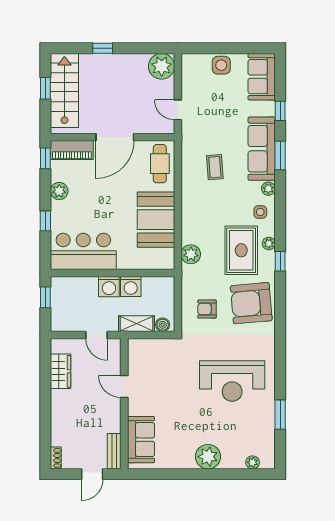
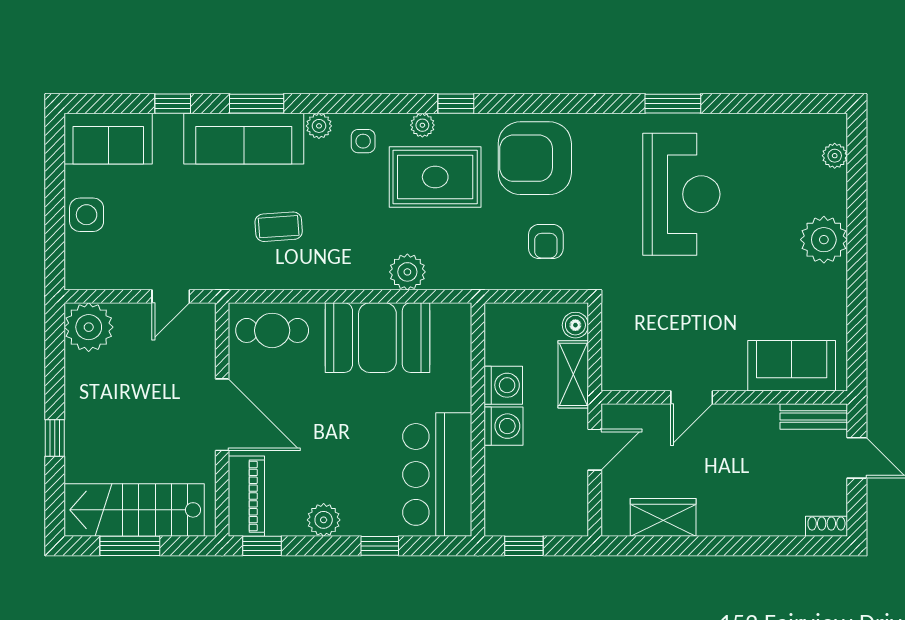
window: (45, 88) -> (130, 546), width x1.50
plant: (191, 254) -> (407, 272), moved
armchair: (251, 303) -> (535, 158), turned 95
window: (280, 415) -> (673, 104), moved

